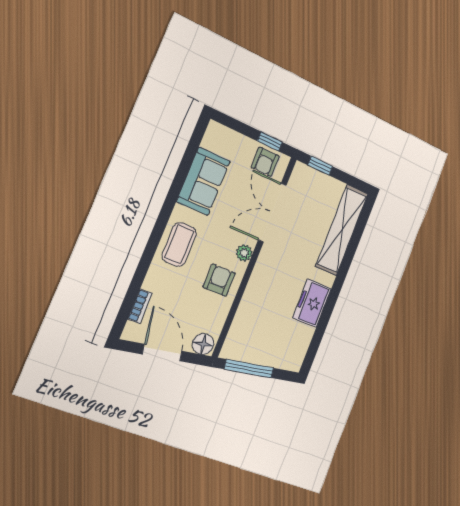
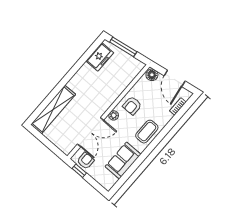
window: (320, 166) -> (54, 149), removed
freezer: (312, 303) -> (100, 57), moved
window: (249, 369) -> (123, 47), moved

